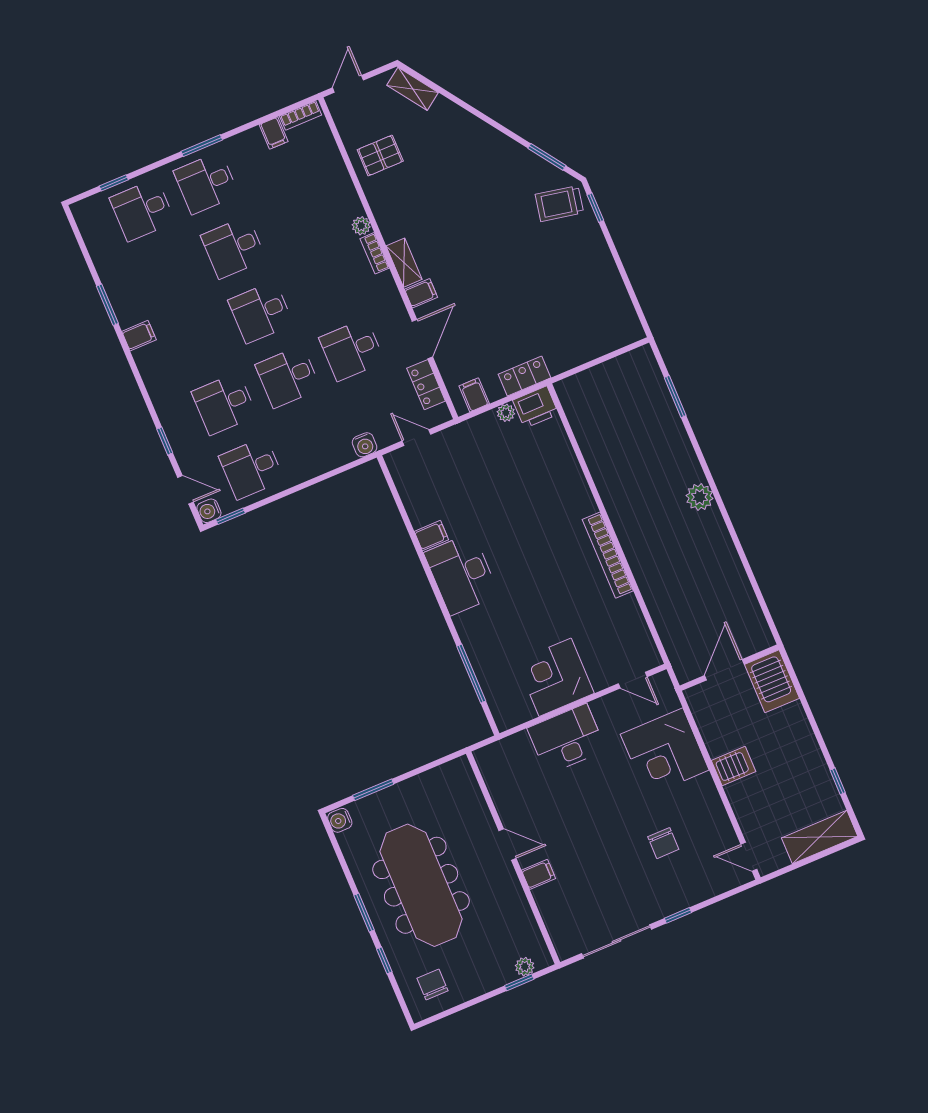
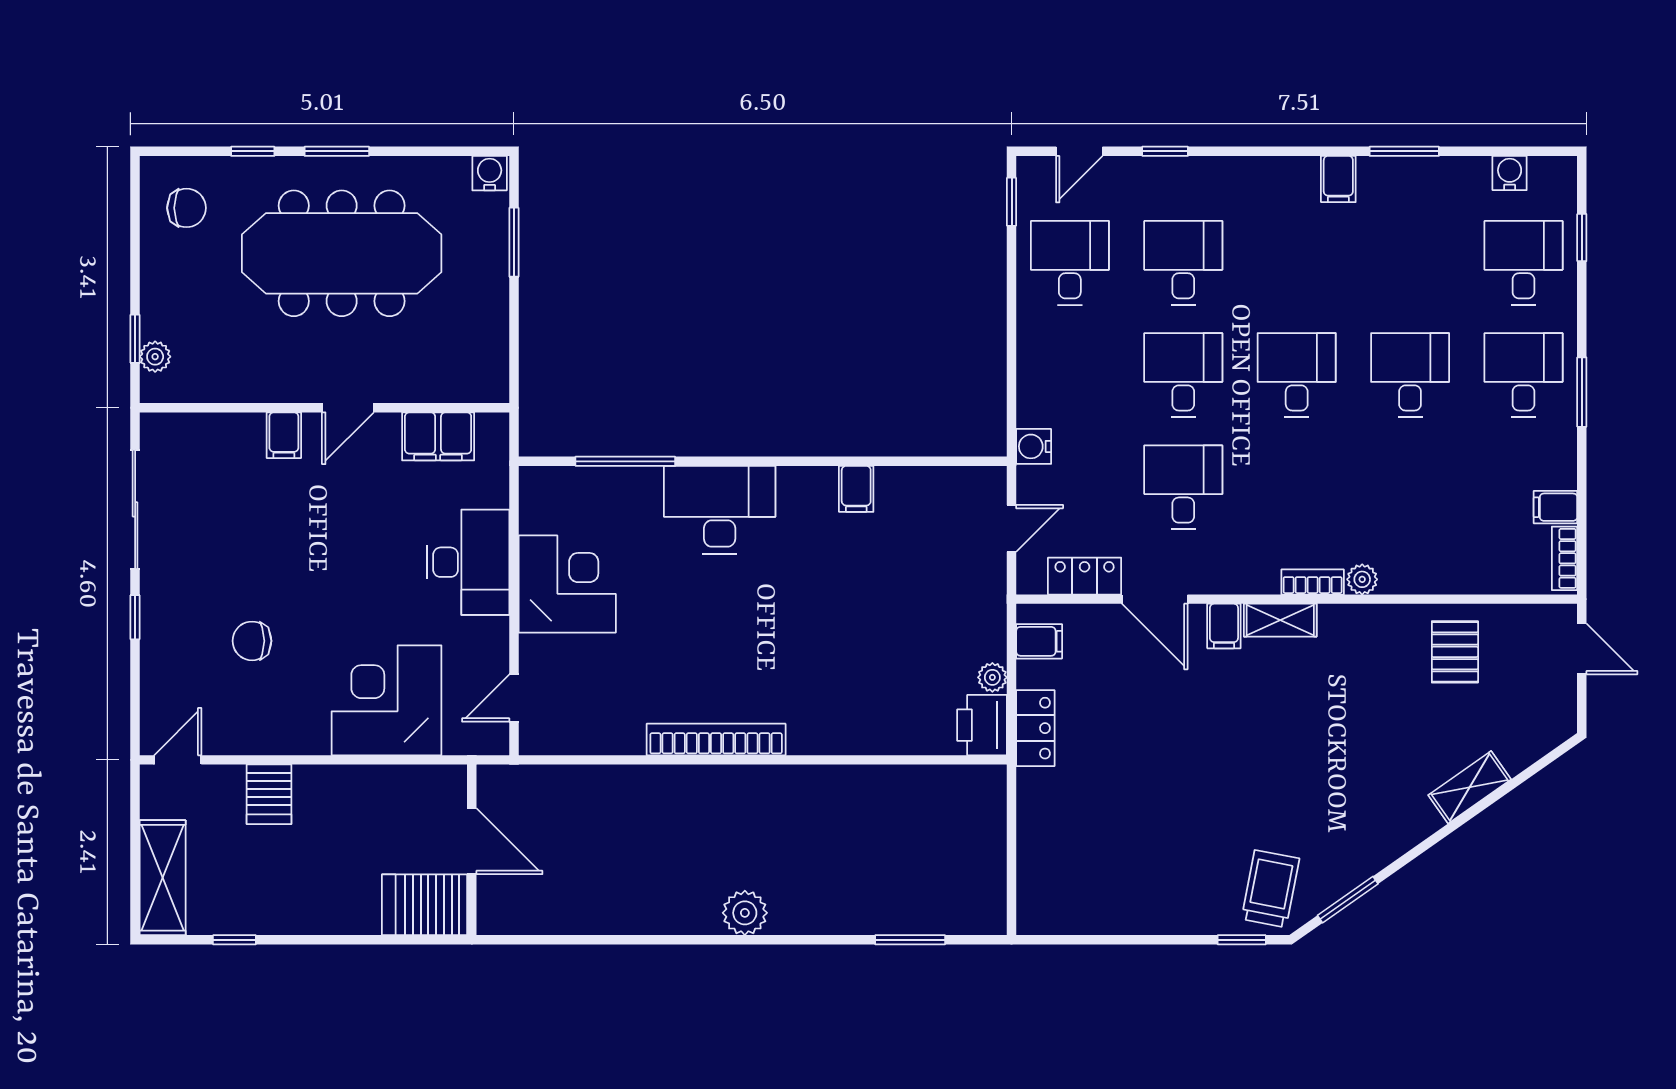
shelving: (413, 89) -> (1470, 787), moved
water cooler: (209, 511) -> (1510, 173), moved
desk: (462, 574) -> (720, 510), moved
server rack: (734, 766) -> (269, 794), moved
filing cabinet: (502, 786) -> (438, 436), added

